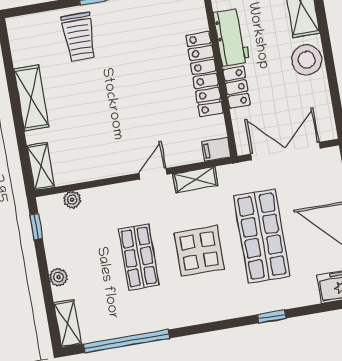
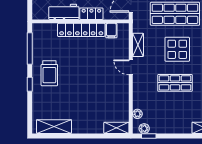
trolley: (79, 37) -> (49, 73), moved, turned 90
shelving: (31, 98) -> (54, 127), moved
filing cabinet: (216, 149) -> (111, 31), moved
plant: (58, 277) -> (144, 129), moved

